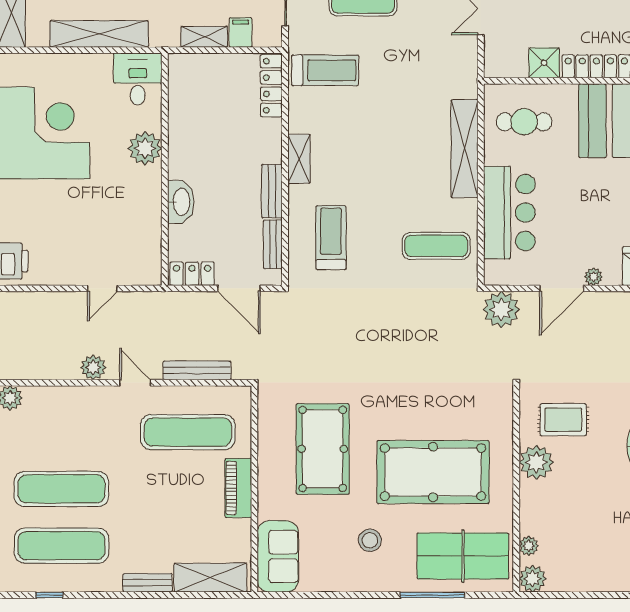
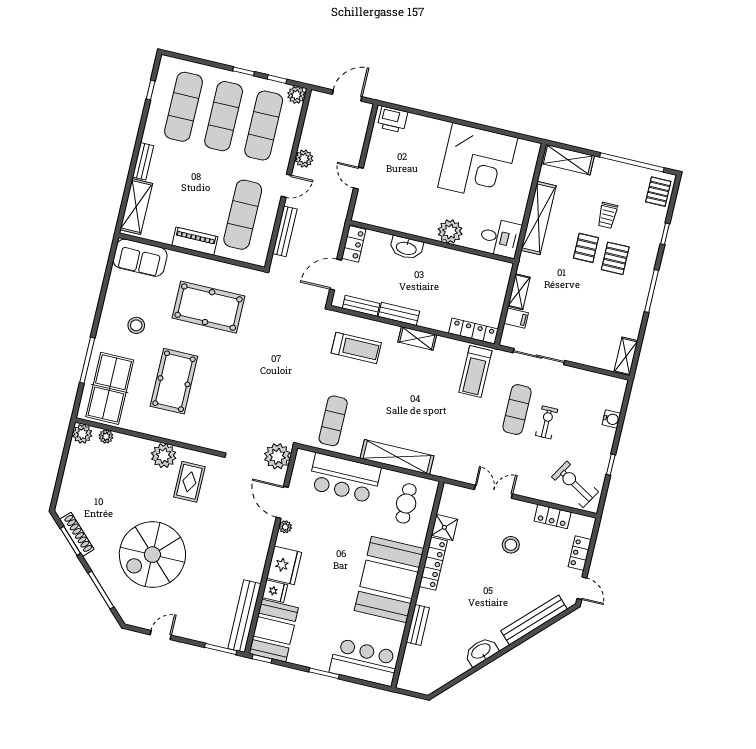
exercise mat: (61, 432) -> (264, 126), added
pool table: (433, 472) -> (174, 381), width x0.73, depth x0.76

